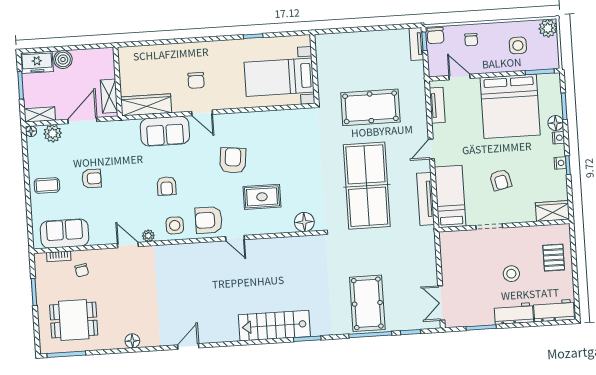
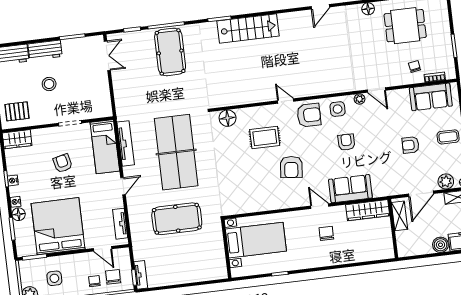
chair: (435, 36) -> (113, 277), moved
pallet: (554, 258) -> (17, 111), moved, turned 90
dining table: (74, 320) -> (405, 26), moved

